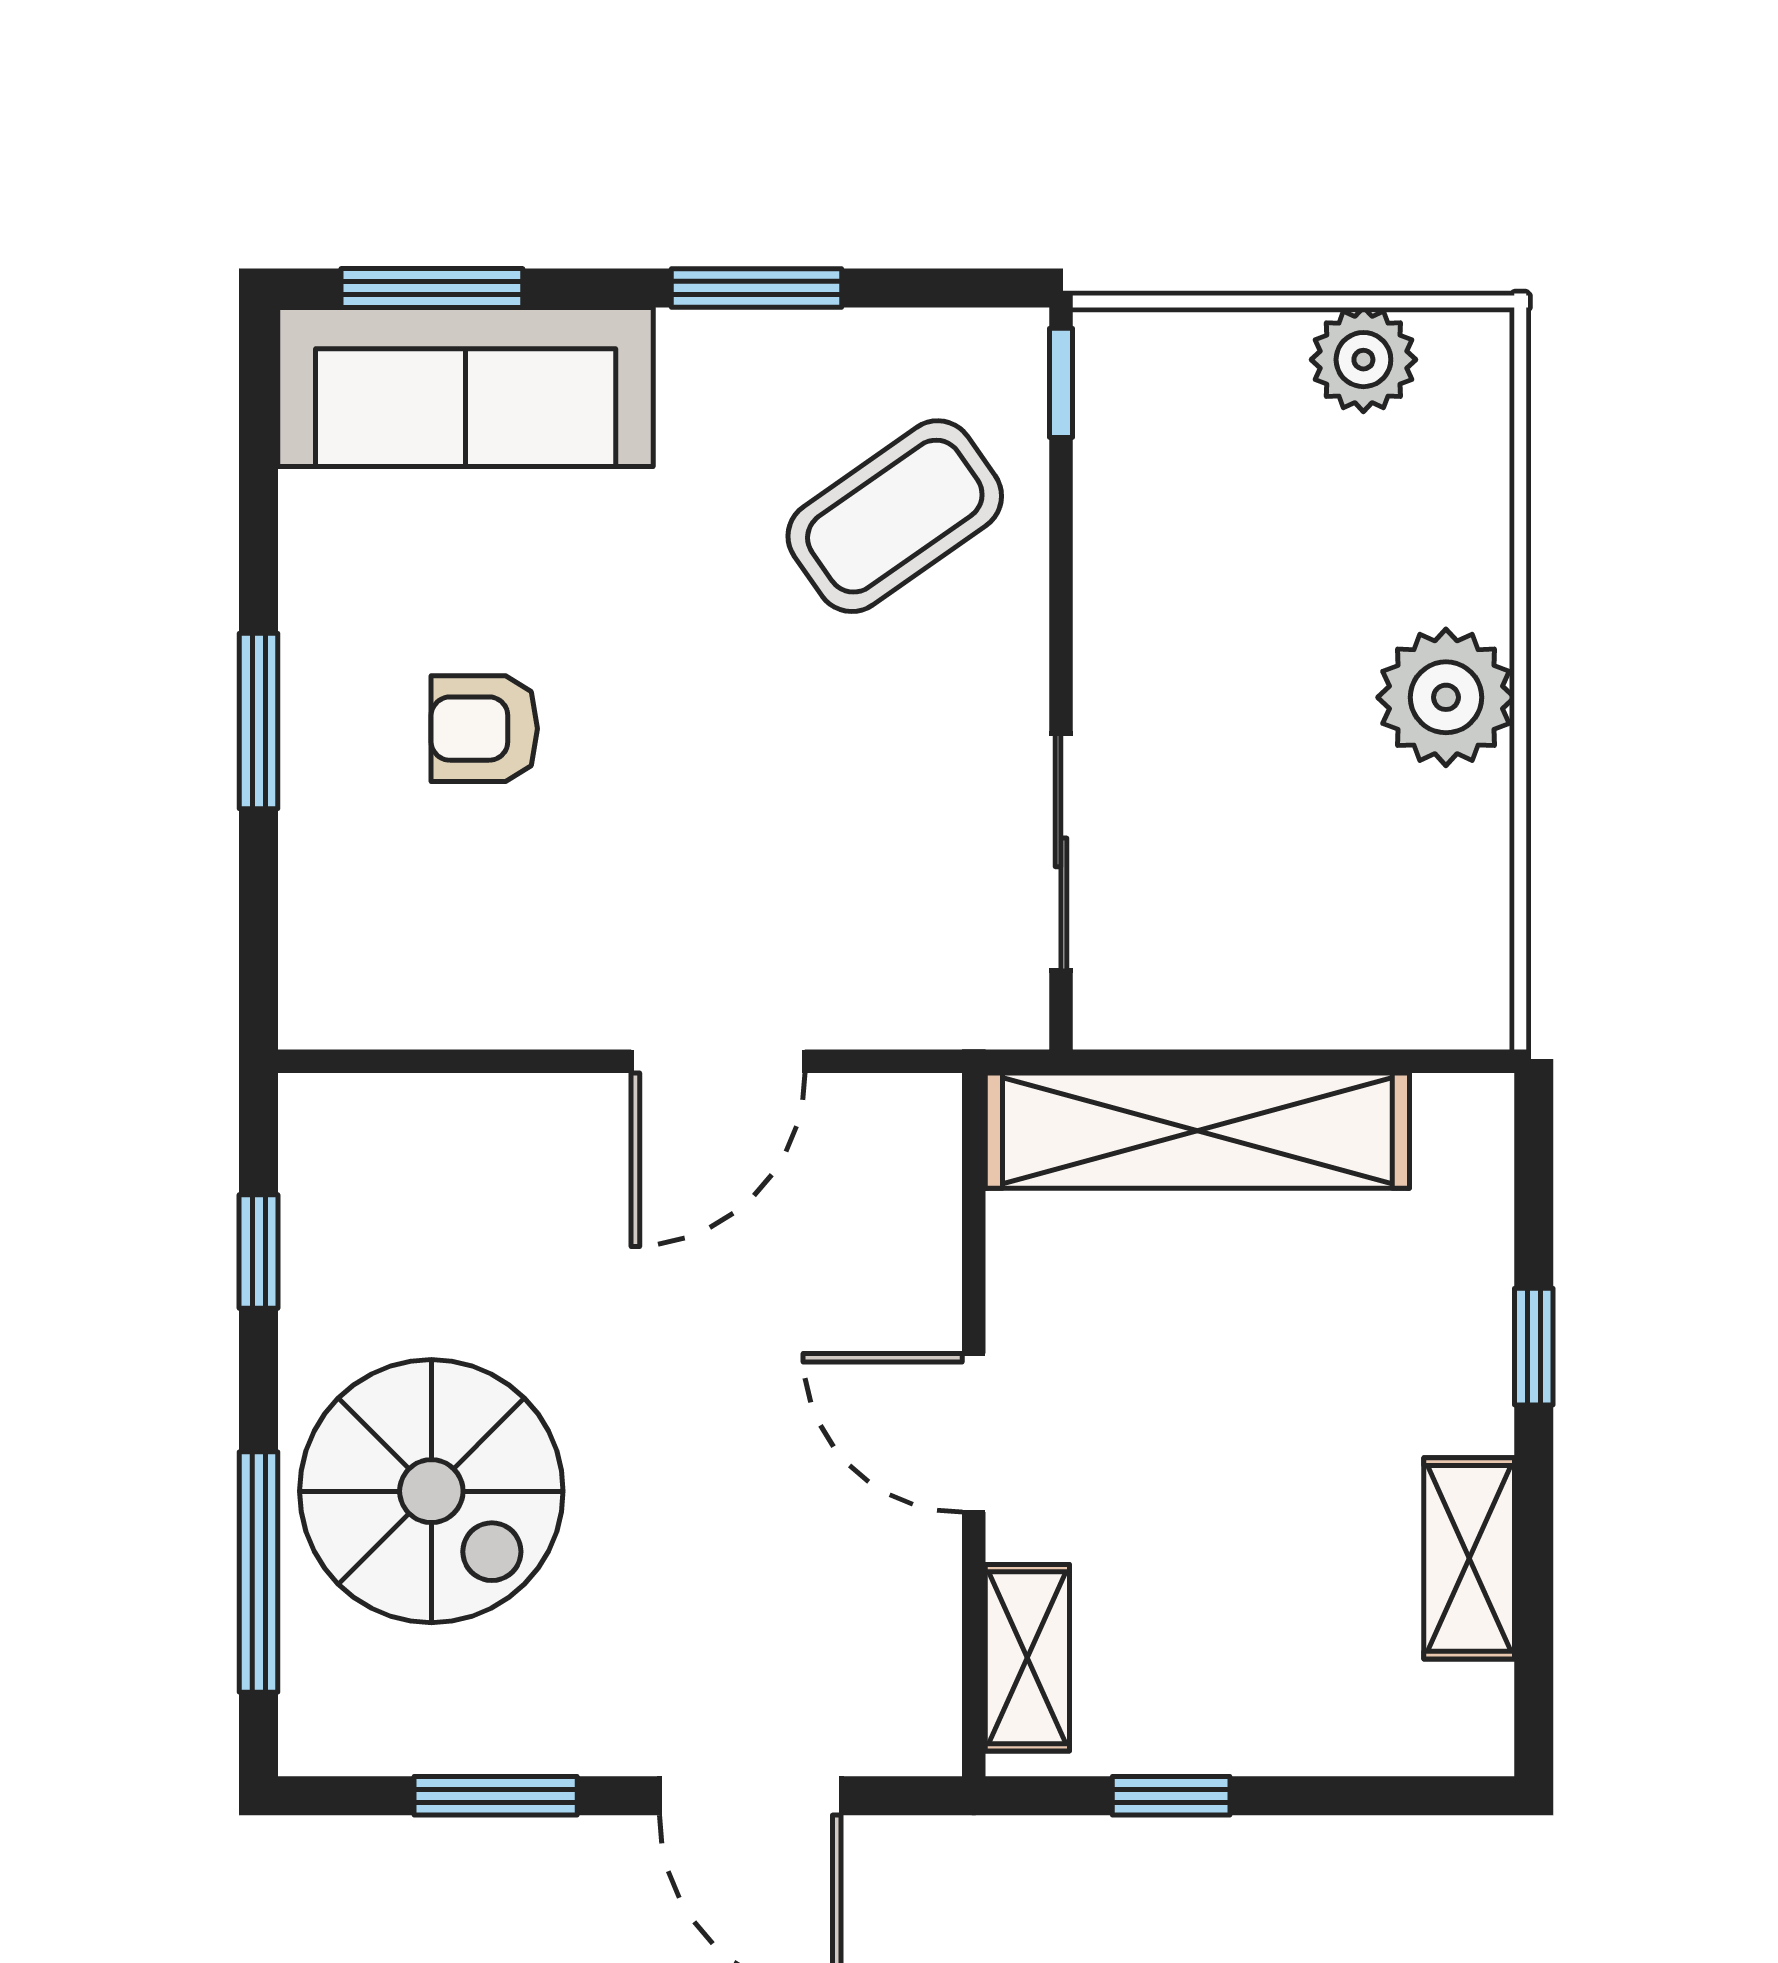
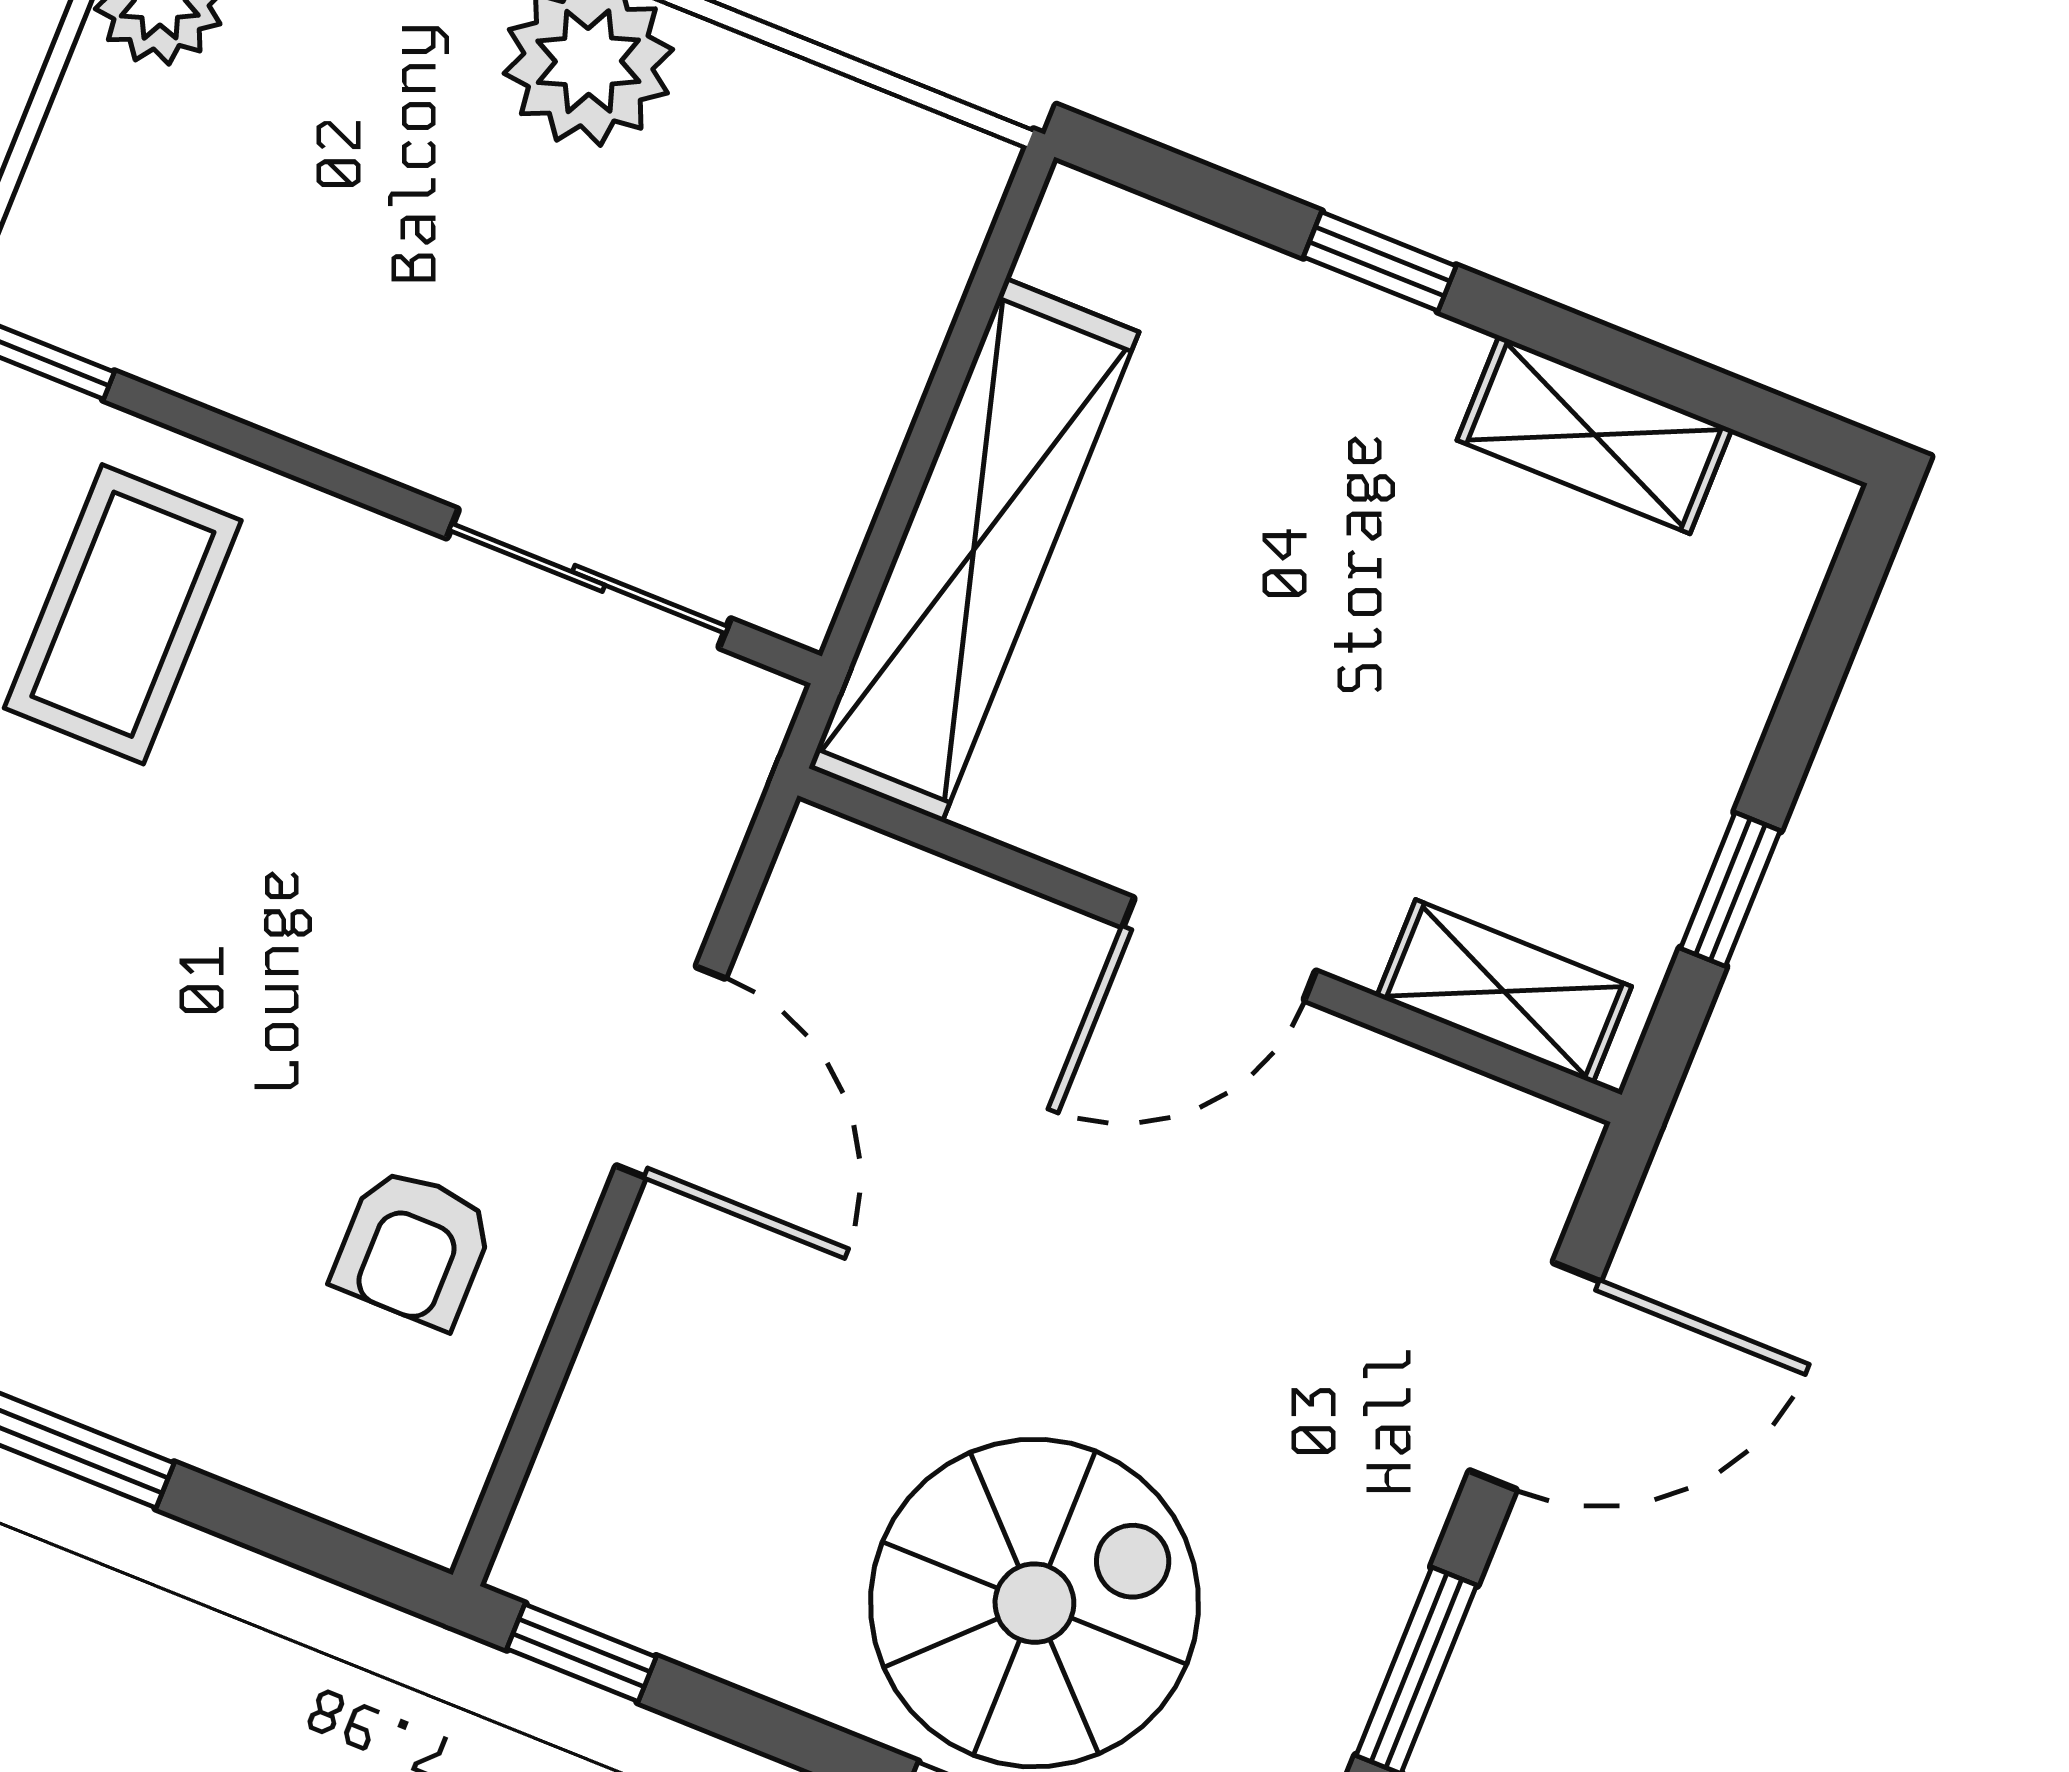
coffee table: (895, 516) -> (123, 614), turned 35
armchair: (484, 729) -> (413, 1248), moved
window: (259, 1251) -> (581, 1653), moved

